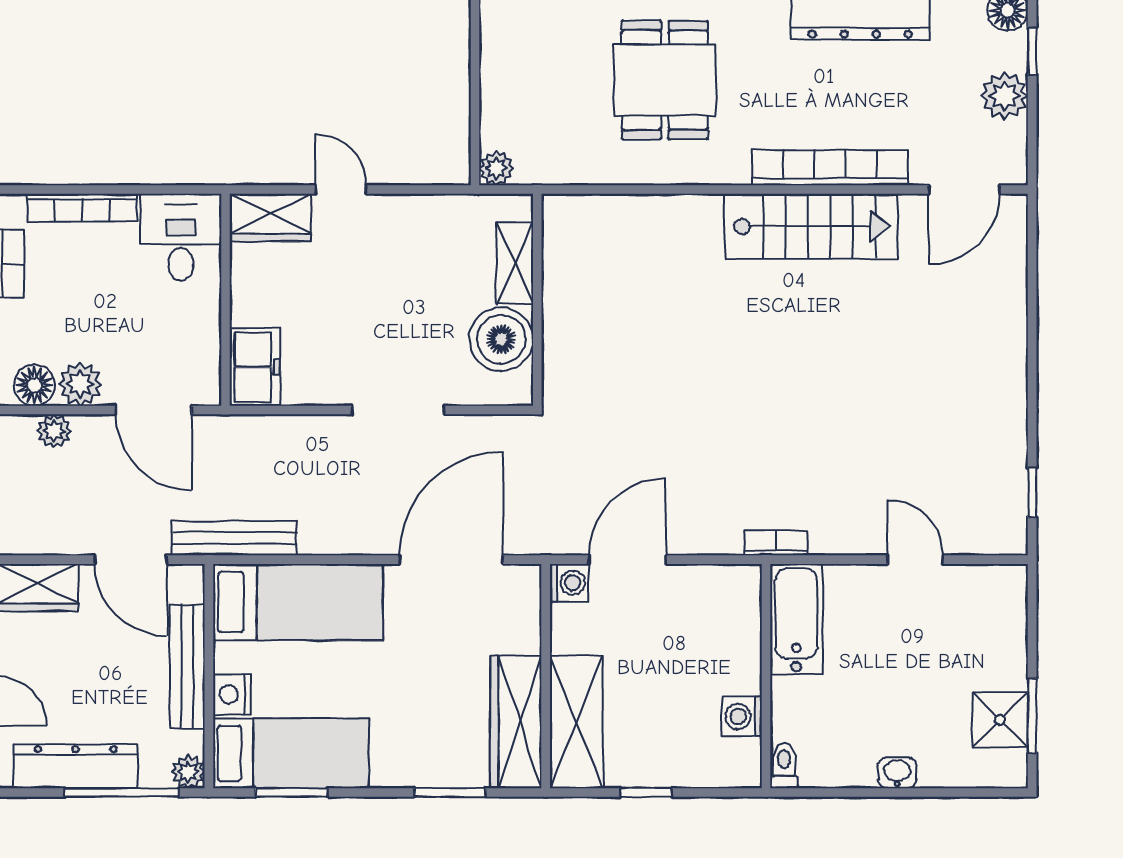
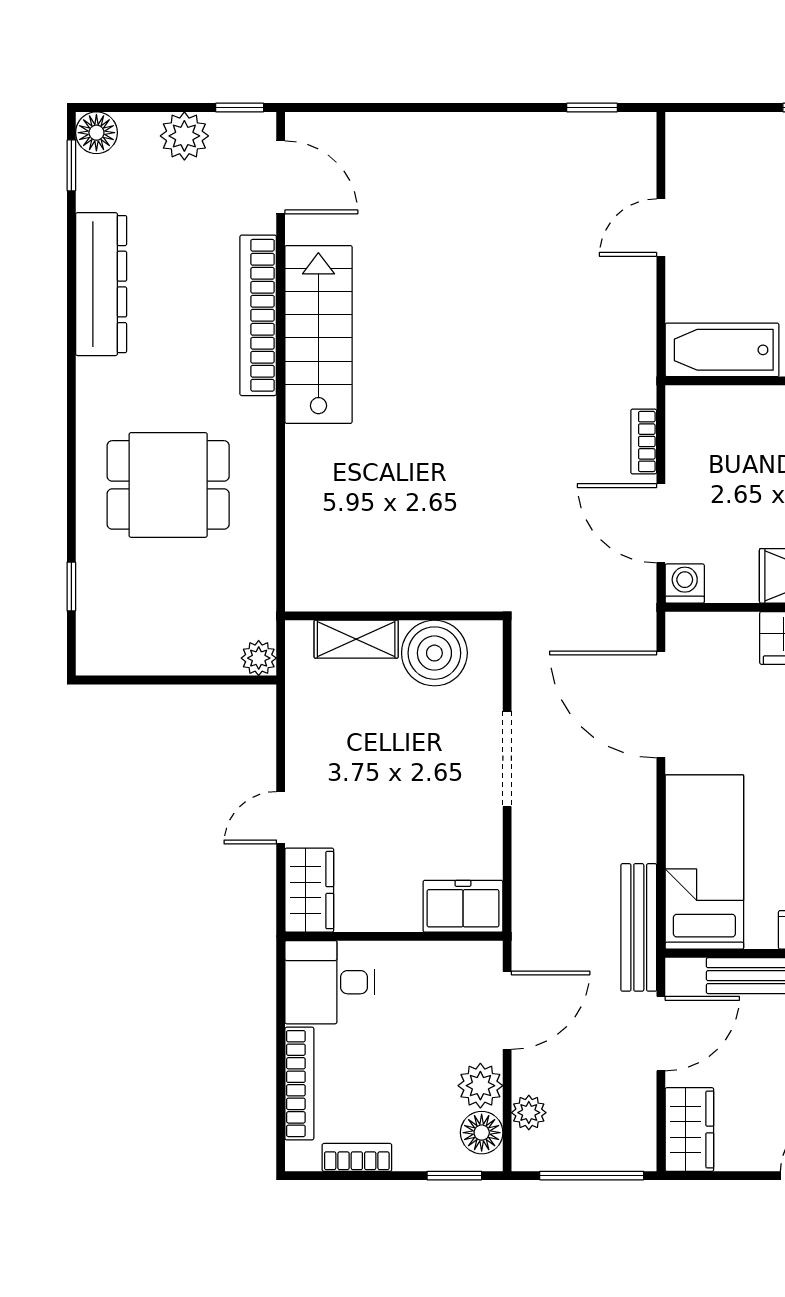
window: (1032, 51) -> (240, 108), moved
bookcase: (776, 543) -> (644, 441), moved

